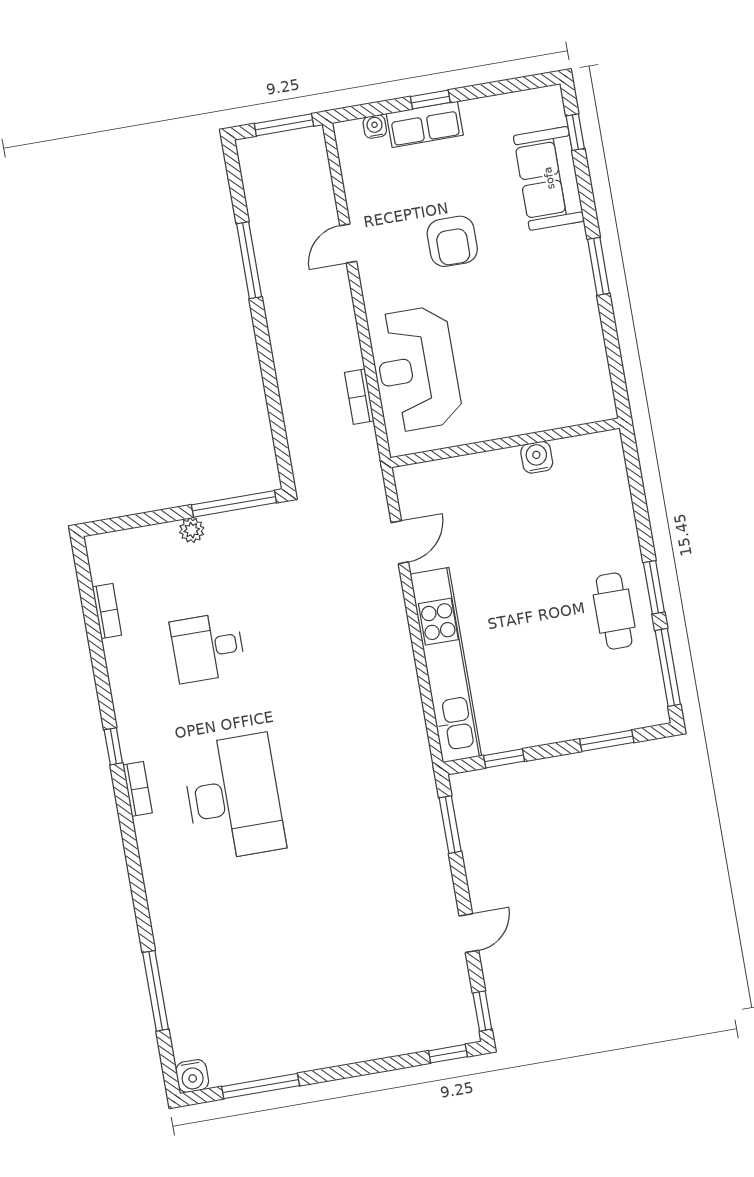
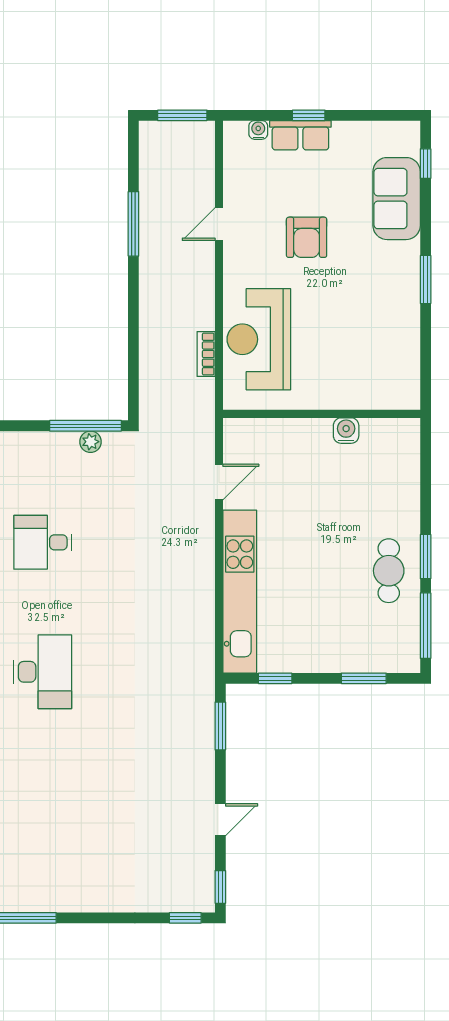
plant: (192, 530) -> (91, 442), moved
desk: (234, 797) -> (43, 672), width x0.73, depth x0.77

